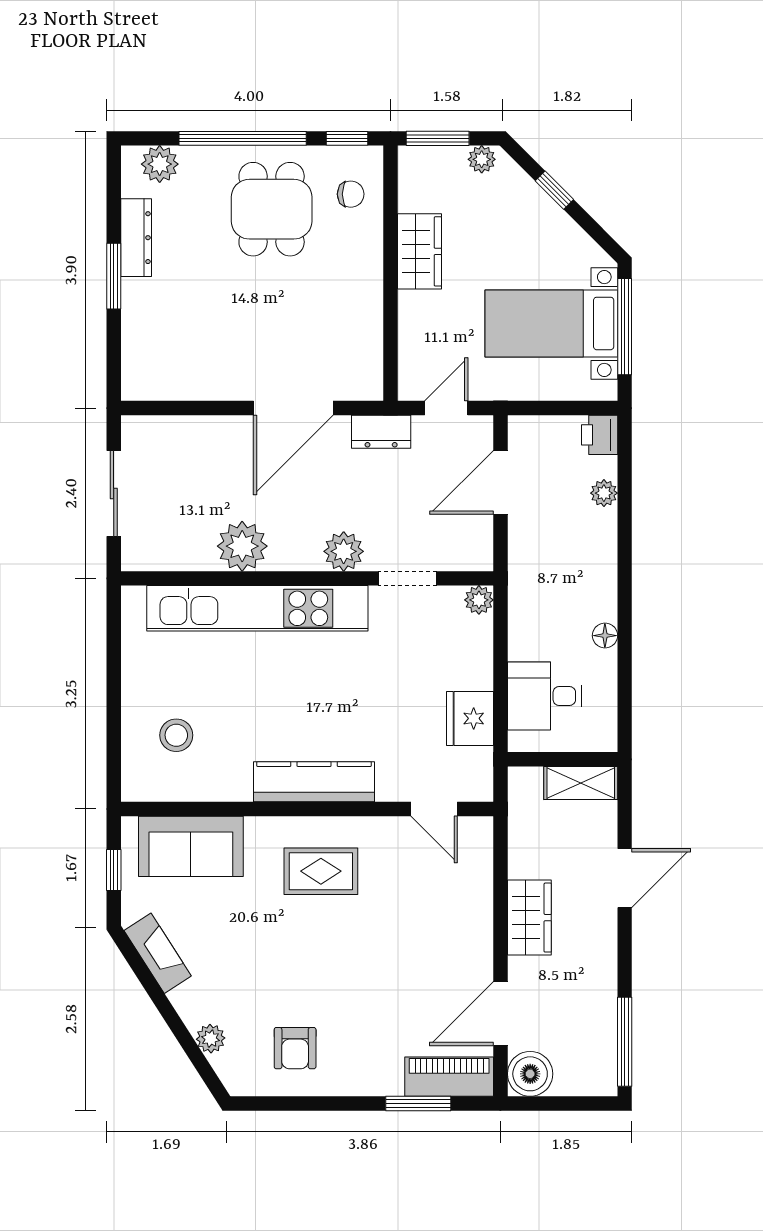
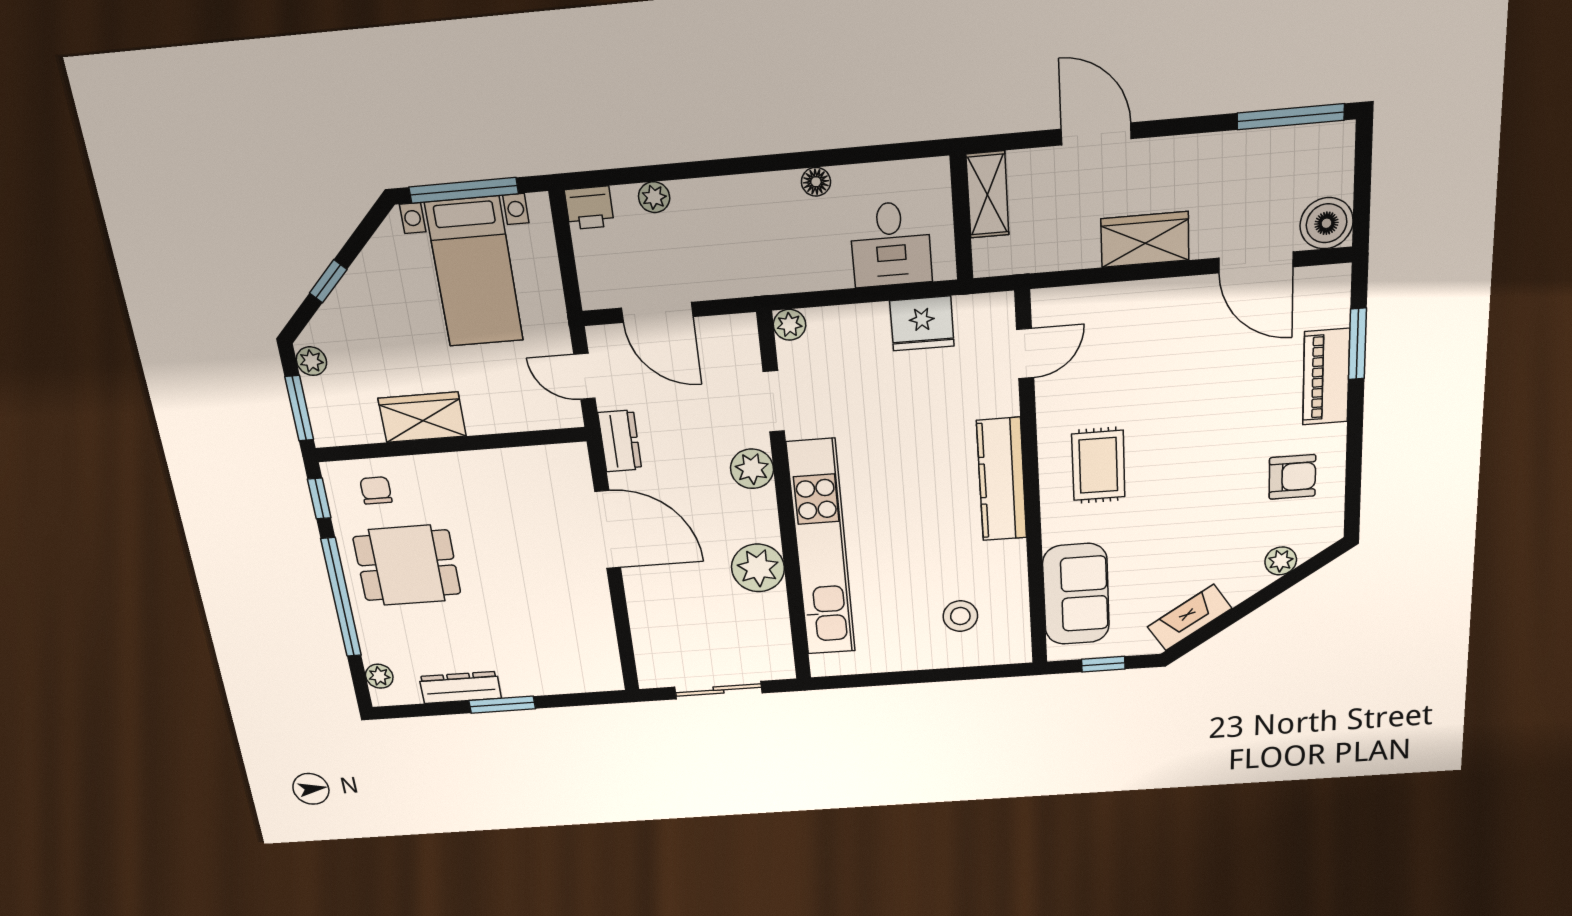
plant: (160, 164) -> (379, 676), width x0.73, depth x0.73
piano: (449, 1077) -> (1326, 377), moved

